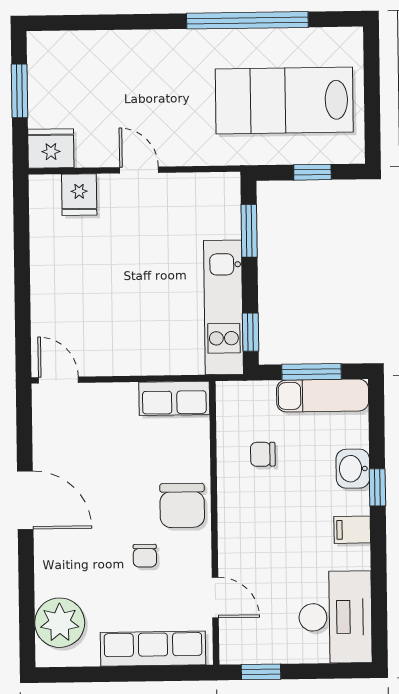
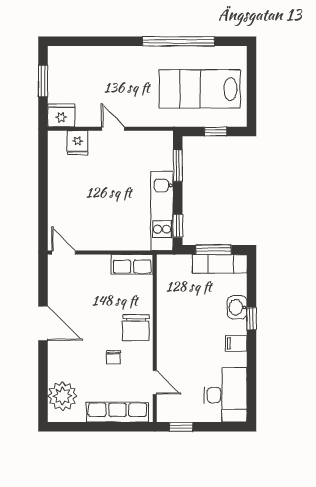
chair: (263, 454) -> (184, 298), removed

